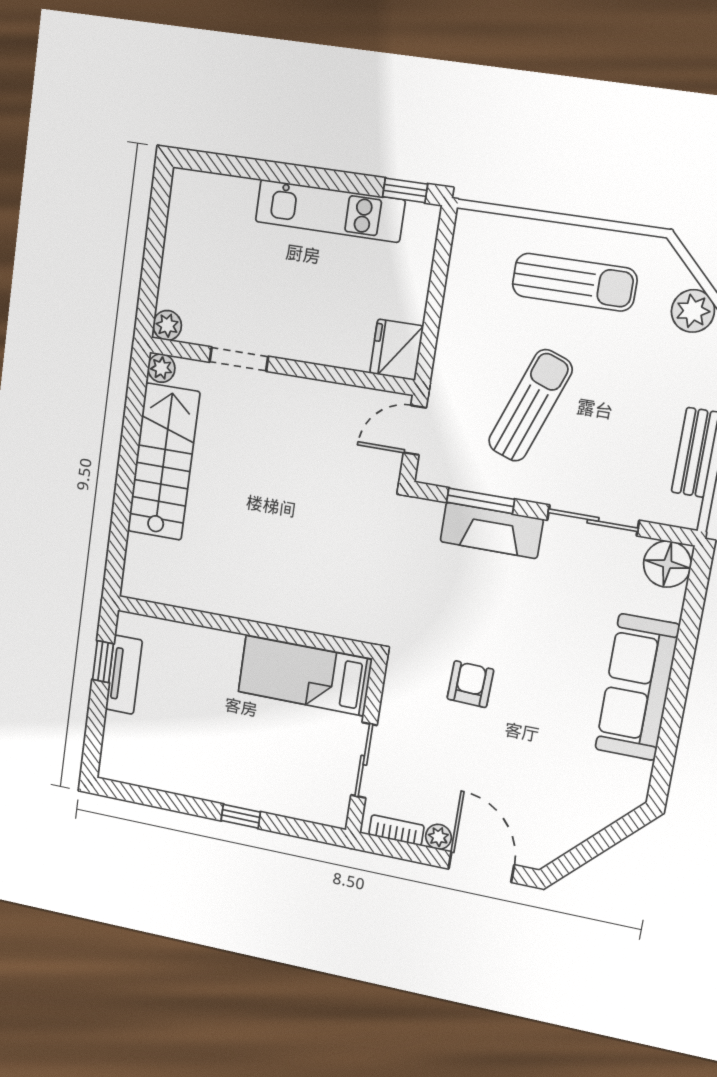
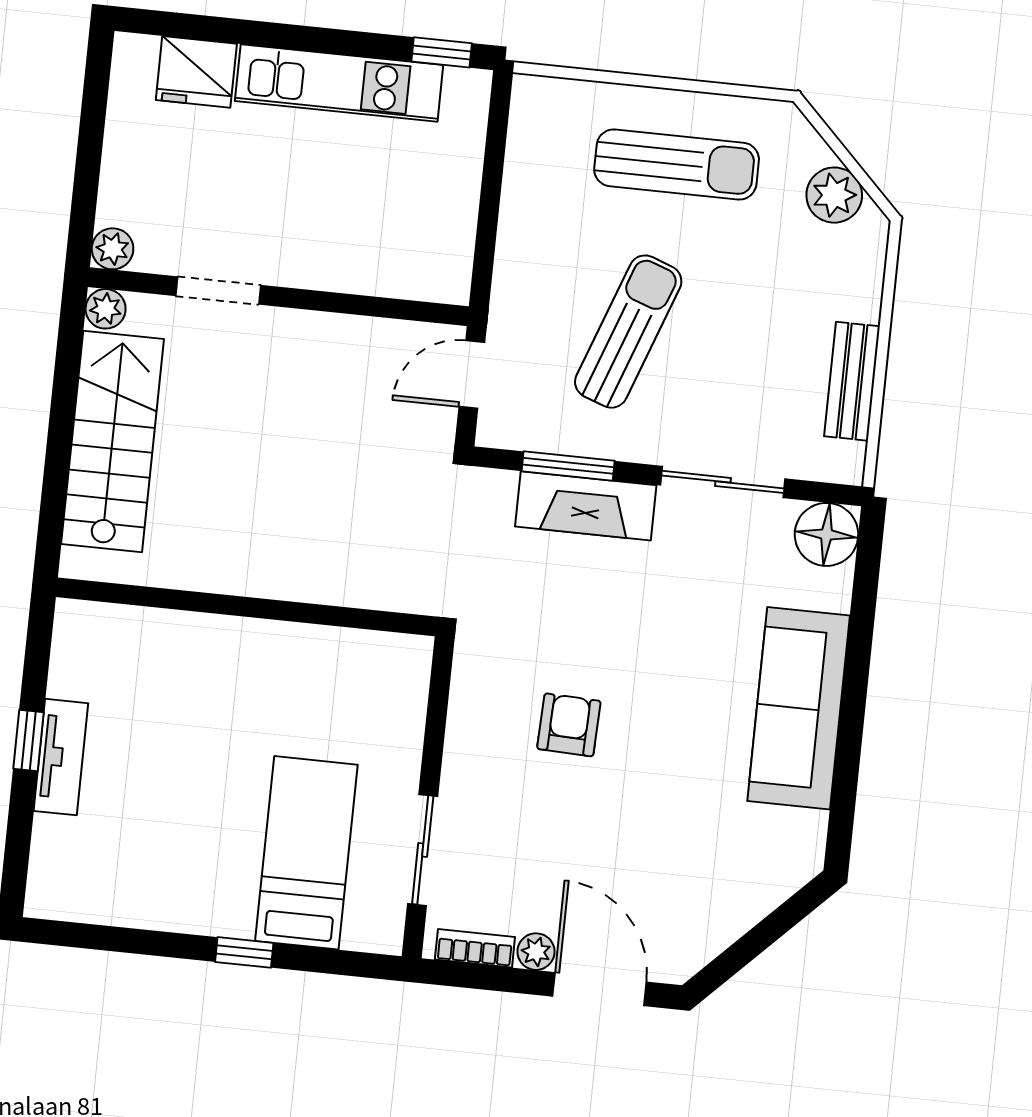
fridge: (397, 350) -> (196, 72), moved, turned -90
wall: (244, 627) -> (246, 607), moved
bed: (305, 676) -> (306, 853), moved, turned 90

